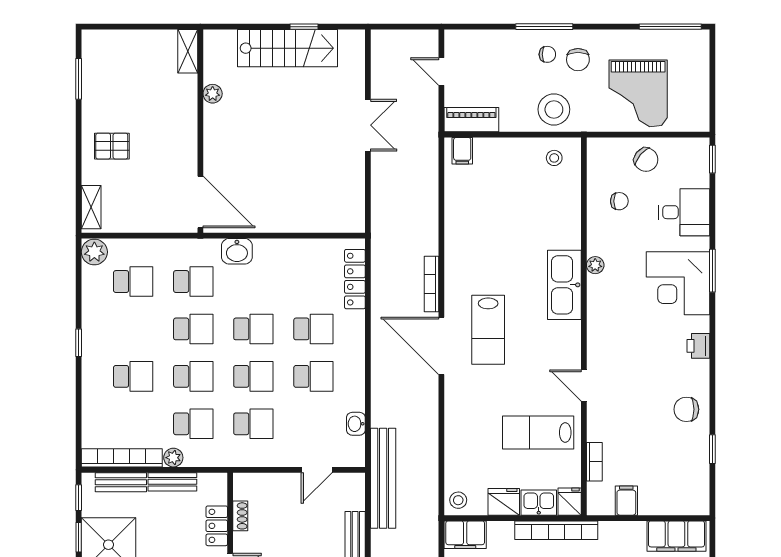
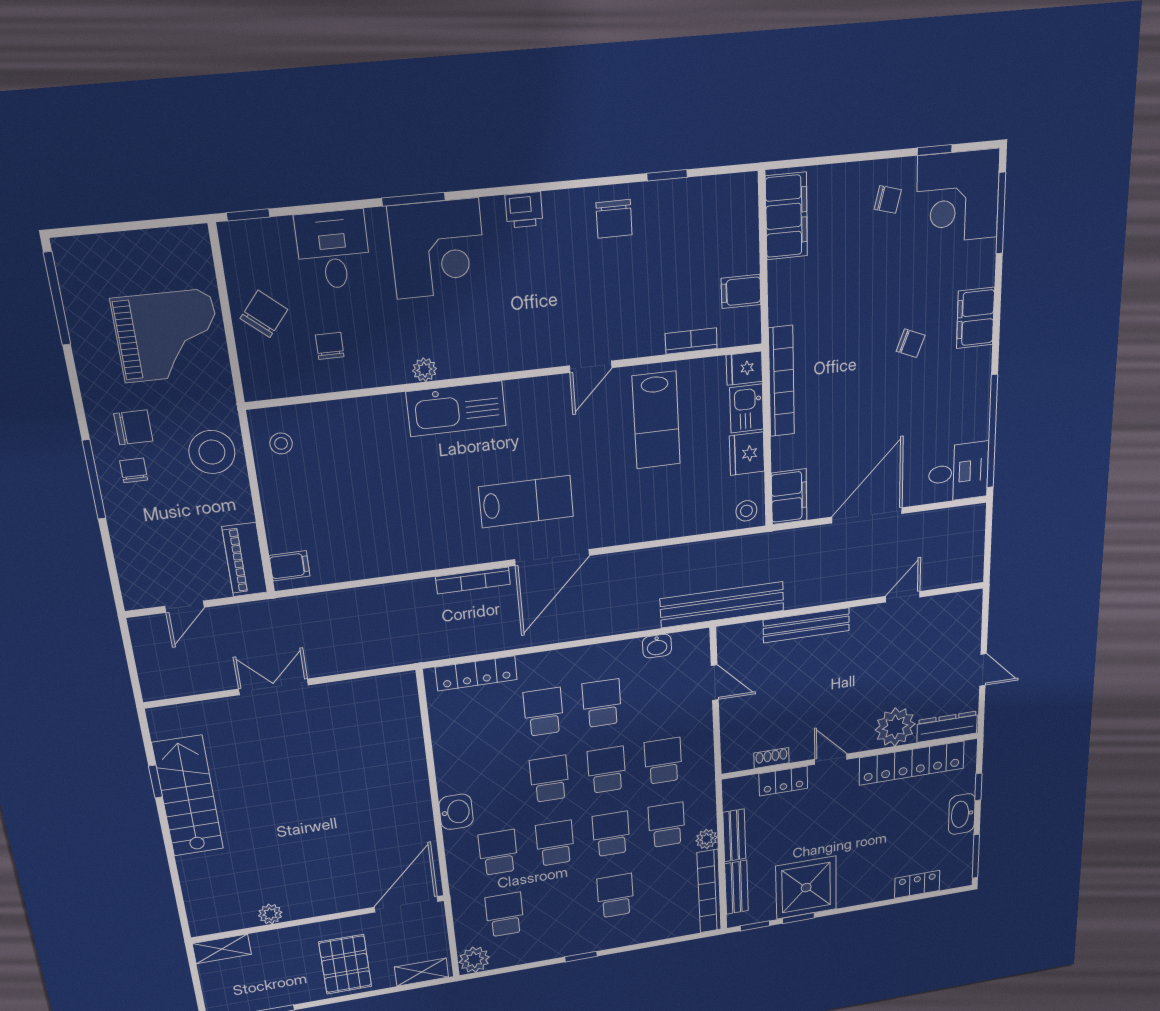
shelving: (188, 51) -> (222, 949), moved
plant: (213, 94) -> (270, 914), moved
wall: (200, 131) -> (319, 919), moved
pallet: (112, 146) -> (345, 964), width x1.50, depth x1.42
door: (200, 202) -> (406, 904), moved

